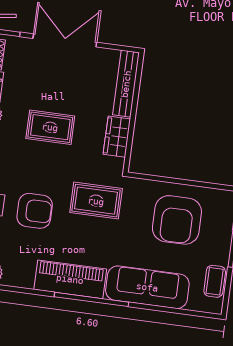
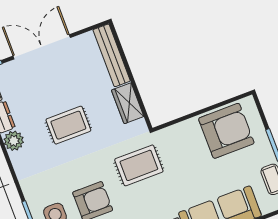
armchair: (177, 220) -> (226, 131), moved, turned -90

